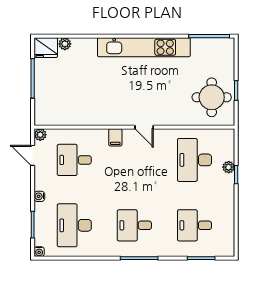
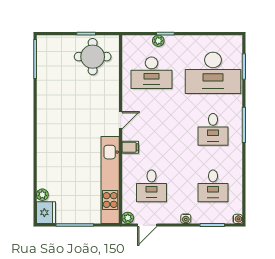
kitchen unit: (144, 47) -> (110, 180), moved, turned 180
desk: (74, 225) -> (213, 186), width x0.73
desk: (194, 225) -> (213, 73), width x1.87, depth x1.30

